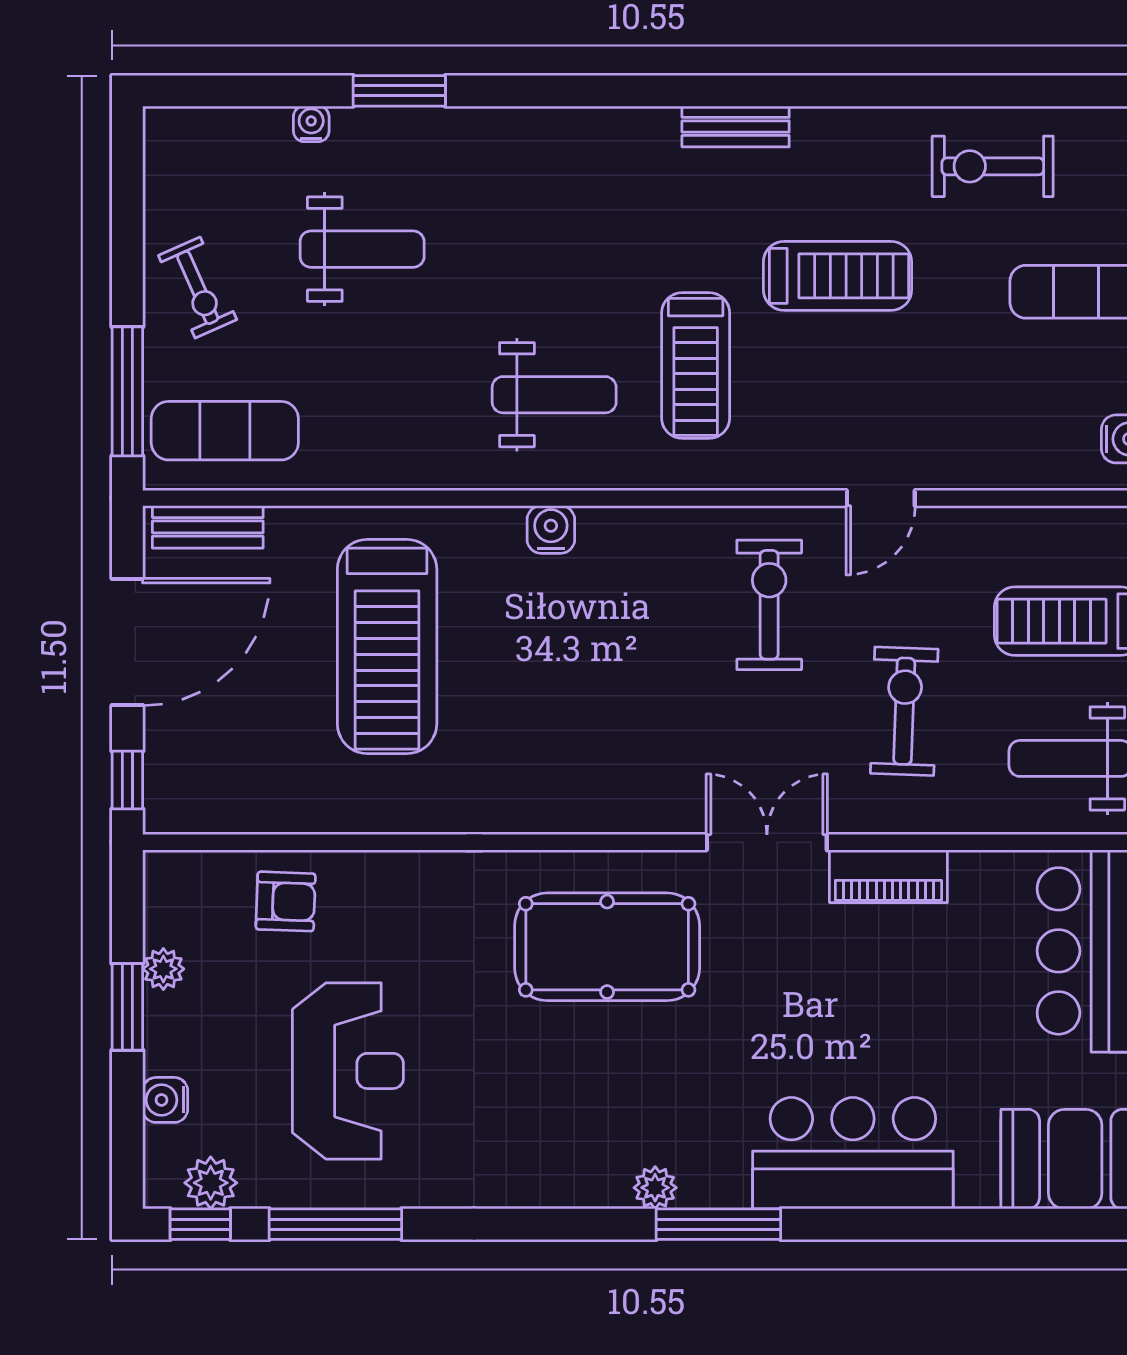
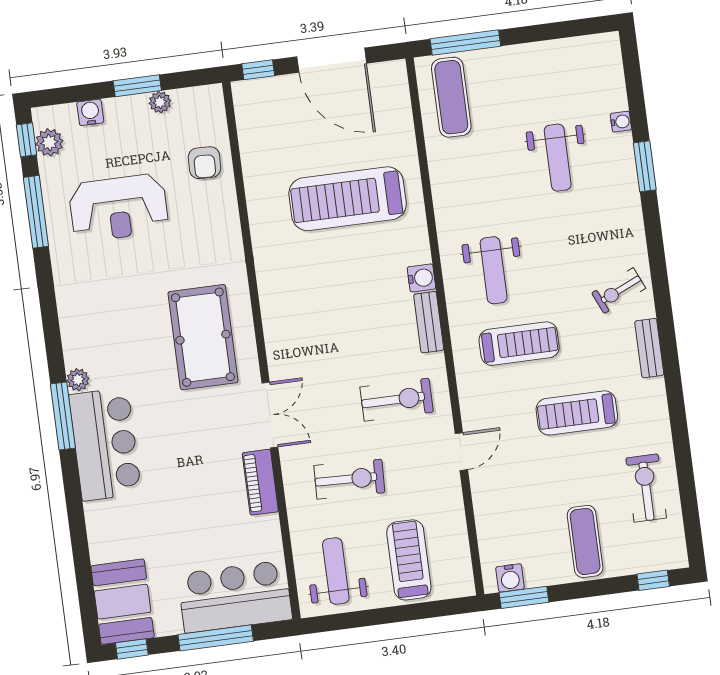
treadmill: (838, 276) -> (577, 413), turned 90
exercise bike: (198, 288) -> (619, 291), moved
treadmill: (696, 365) -> (519, 344), turned 180
door: (881, 498) -> (461, 452), swing flipped
bench: (208, 527) -> (429, 322), moved
bar counter: (853, 1153) -> (105, 444), moved

